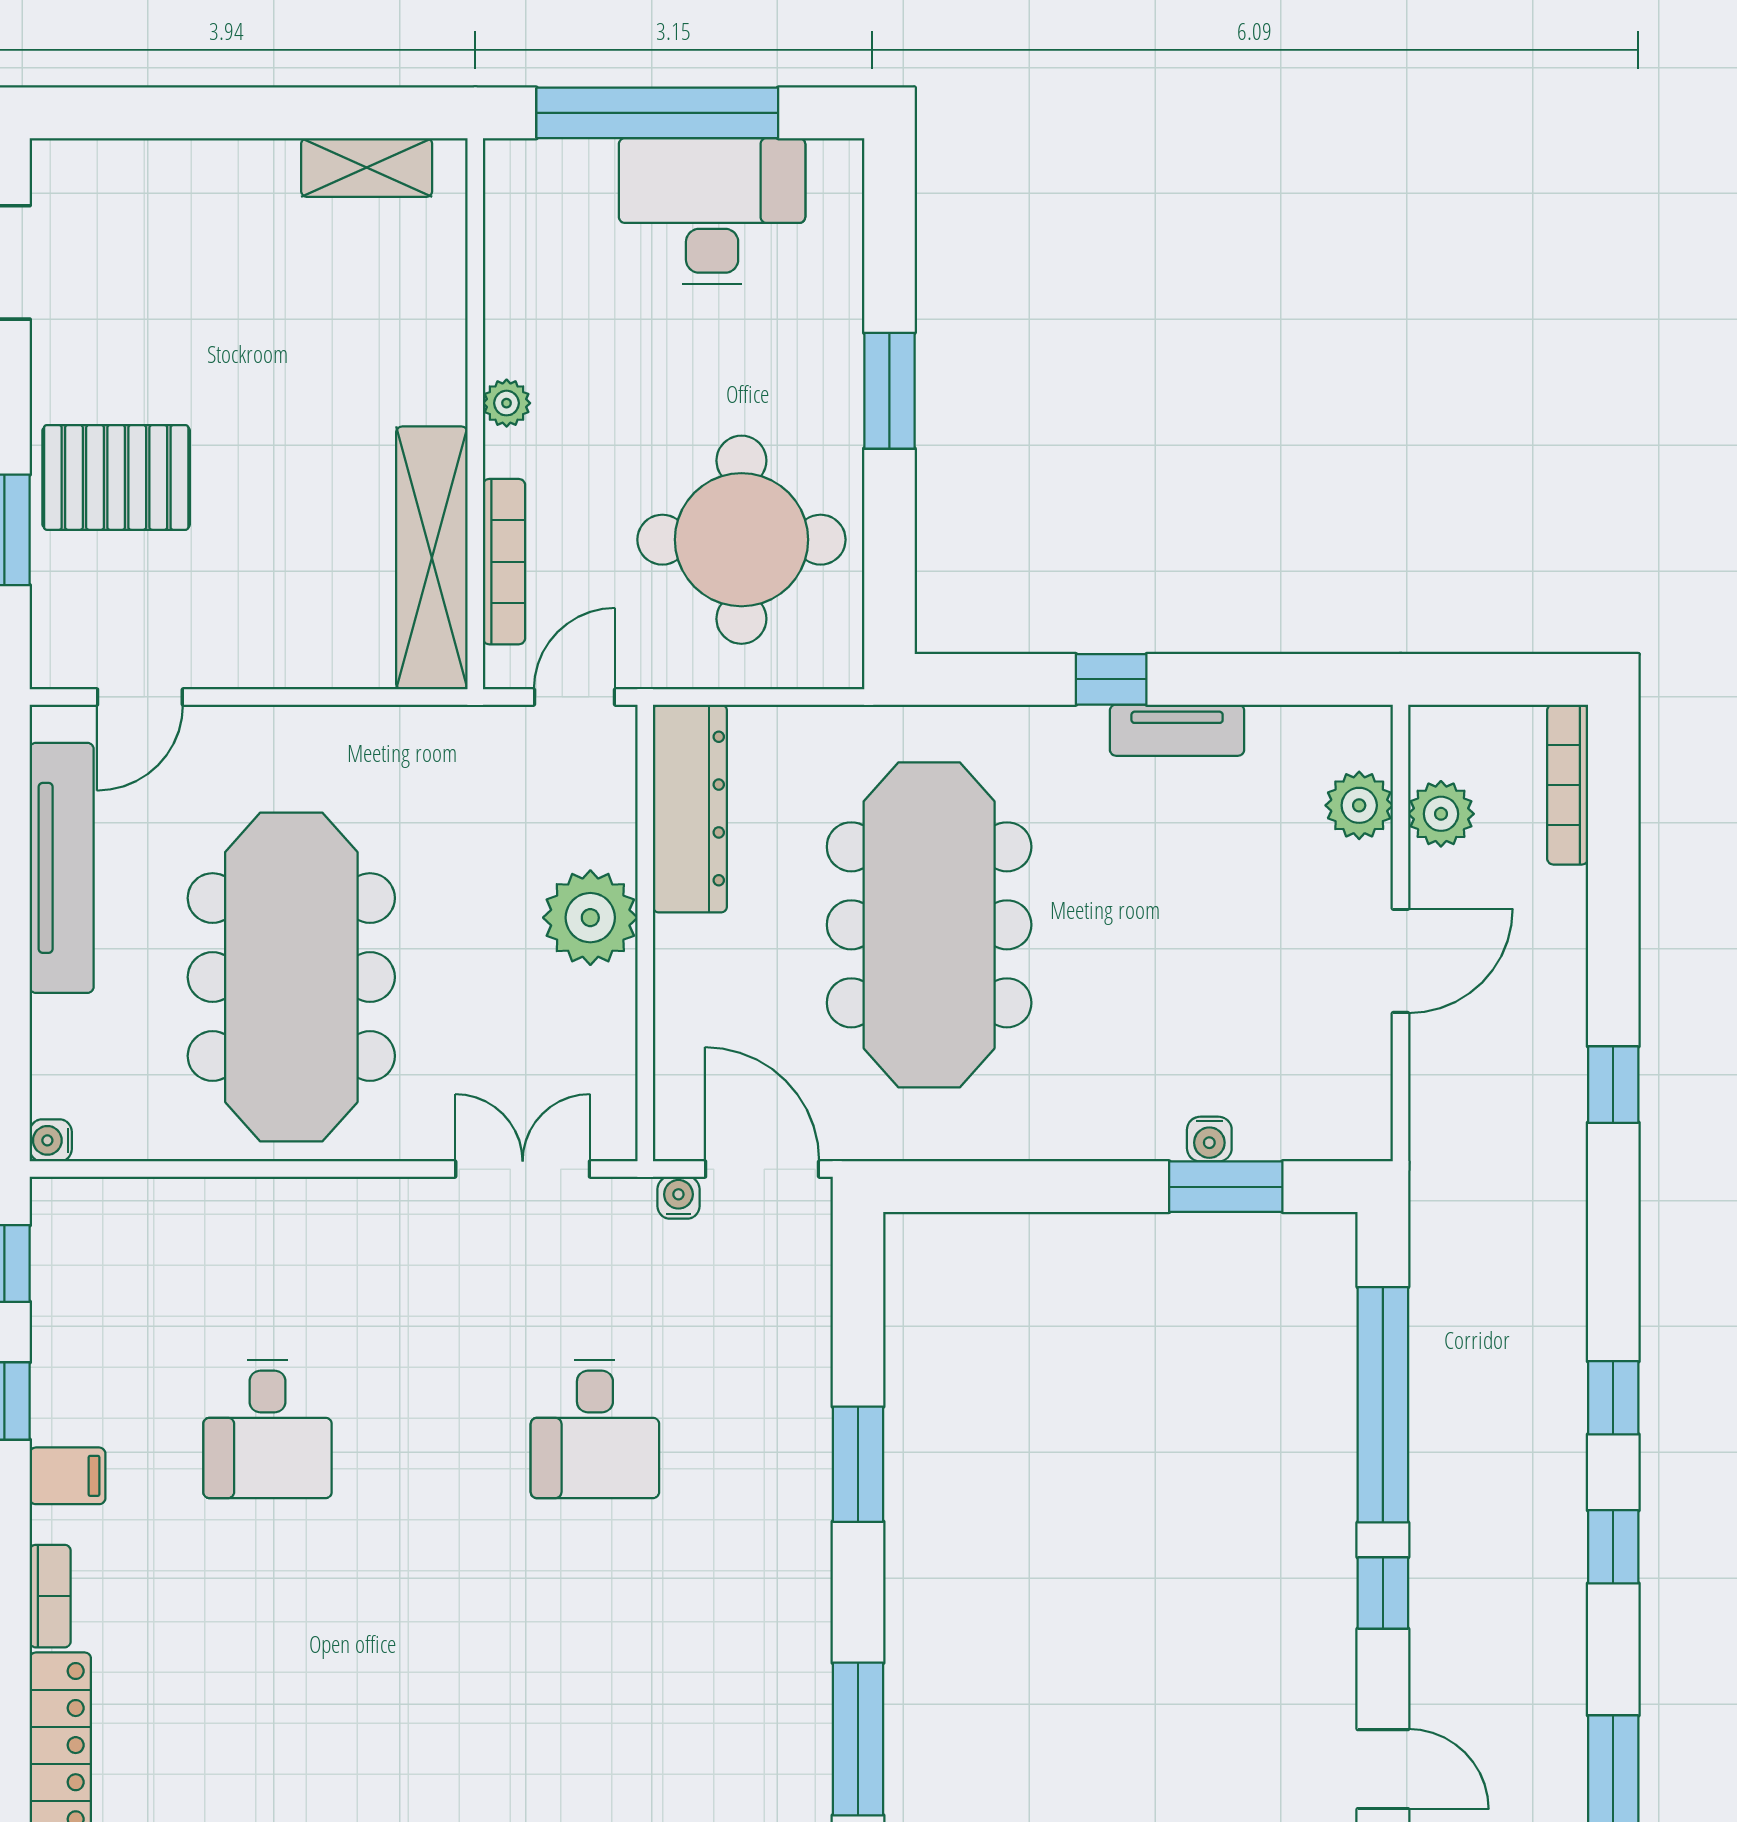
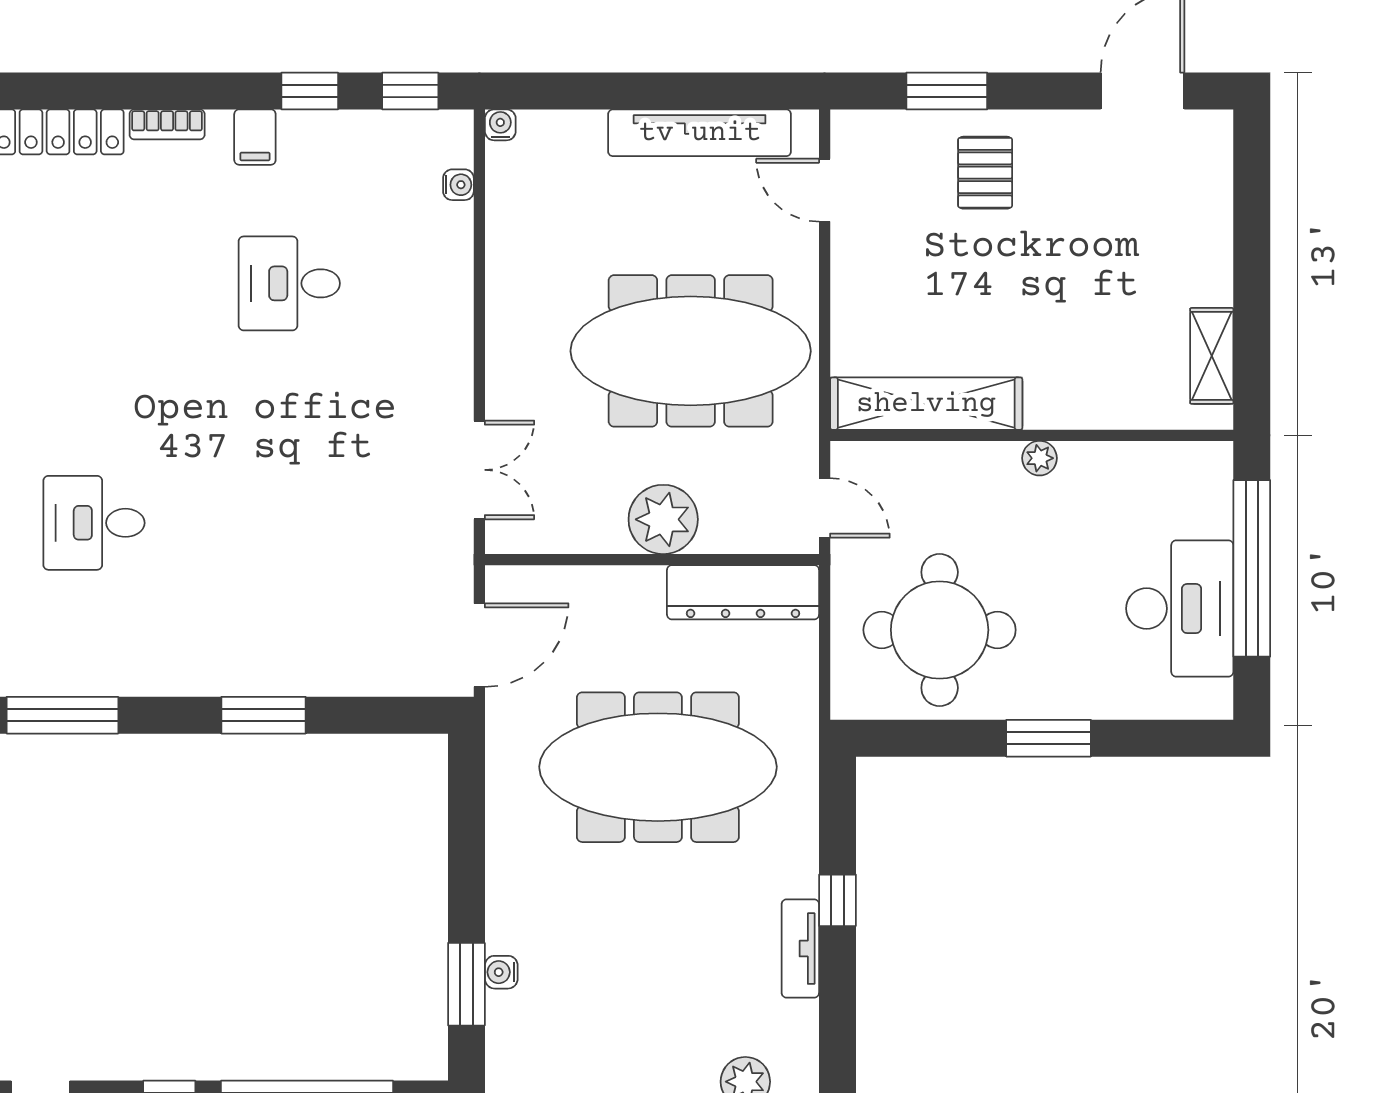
pallet: (116, 477) -> (985, 173), width x0.67, depth x0.71
bookcase: (504, 562) -> (924, 456), removed
meeting table: (291, 977) -> (691, 351), moved
water cooler: (678, 1198) -> (458, 185), moved
desk: (595, 1429) -> (94, 523), moved

